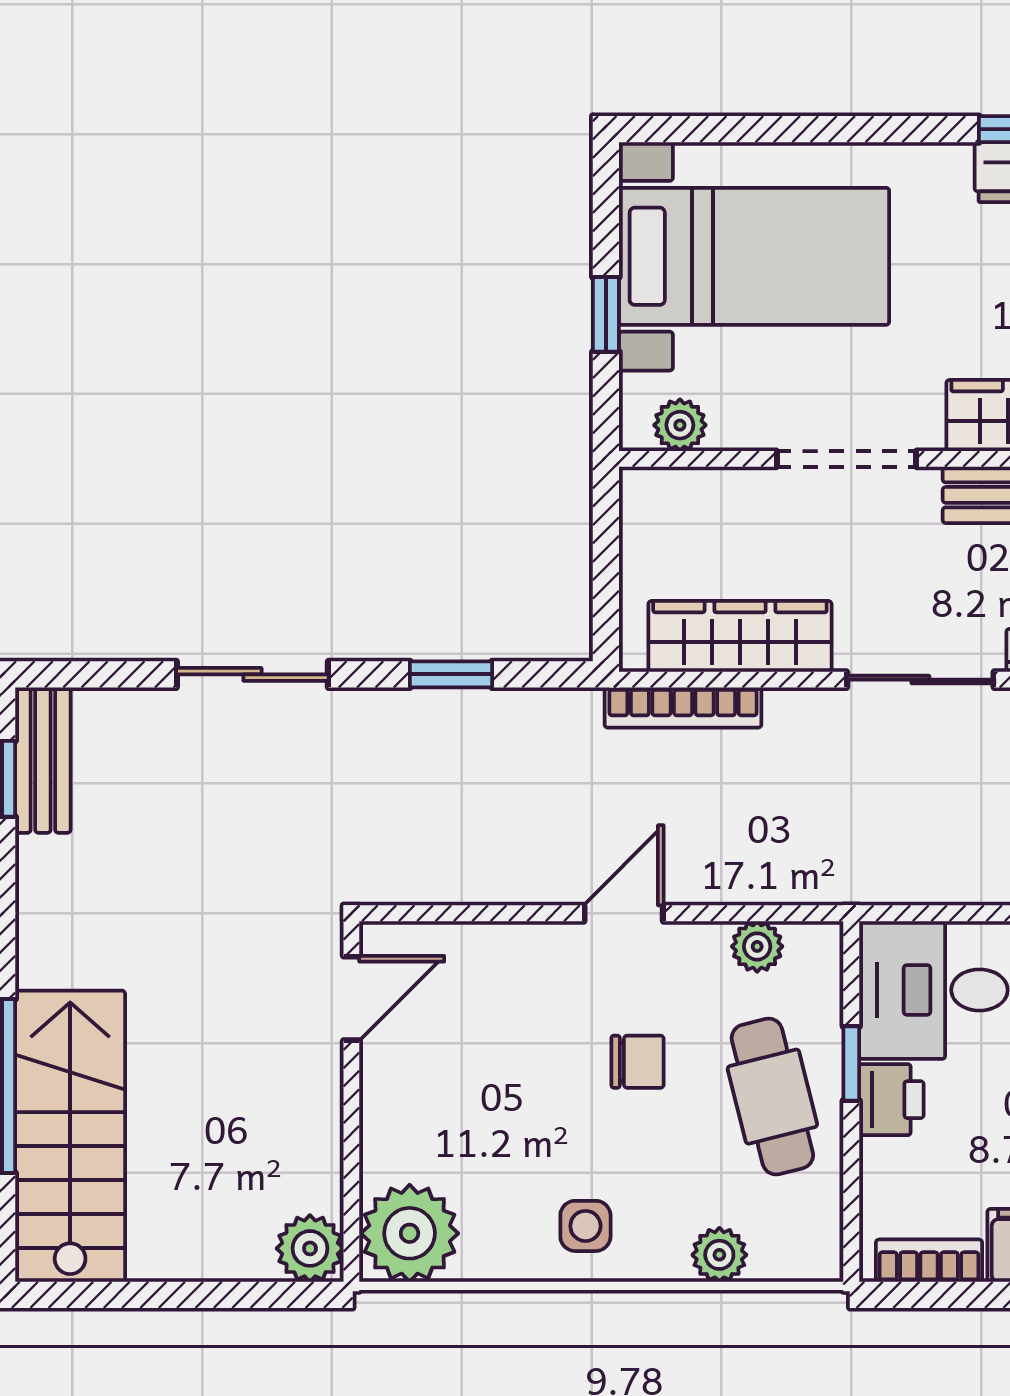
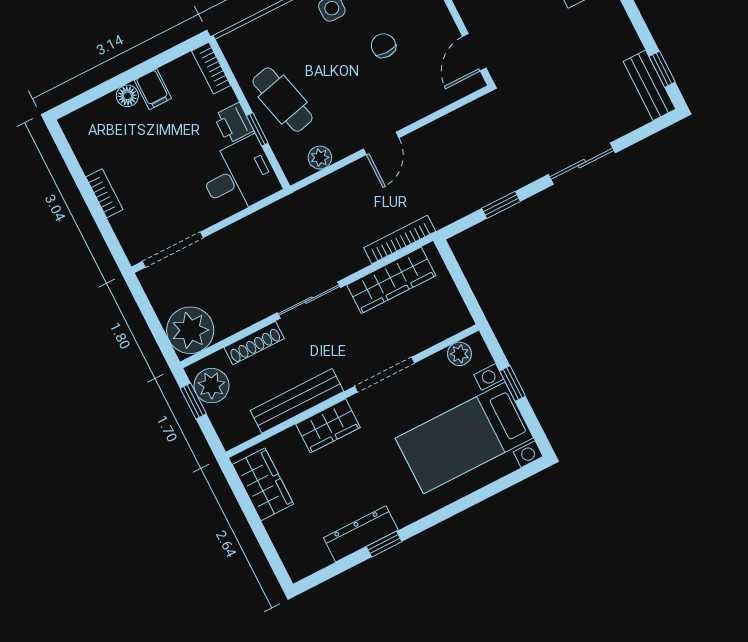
chair: (638, 1062) -> (383, 46), moved, turned 90
plant: (719, 1255) -> (271, 24), removed
bookcase: (929, 1261) -> (211, 68), moved, turned 90

